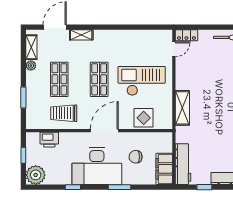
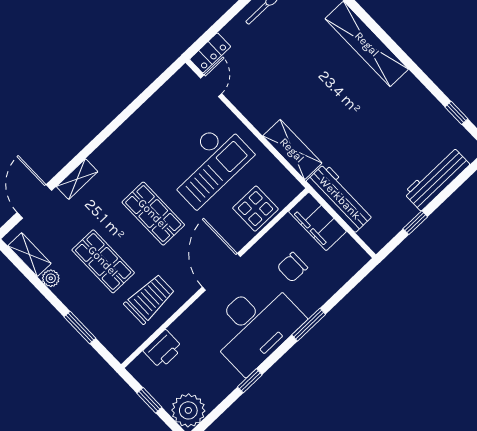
checkout: (142, 81) -> (209, 164), turned 180
trolley: (64, 113) -> (150, 299), turned 180
workbench: (183, 164) -> (340, 198), moved
filing cabinet: (164, 169) -> (317, 221), moved

